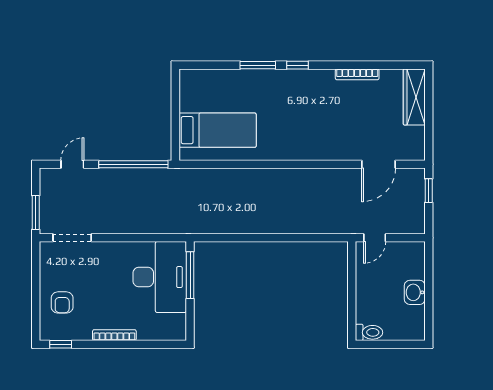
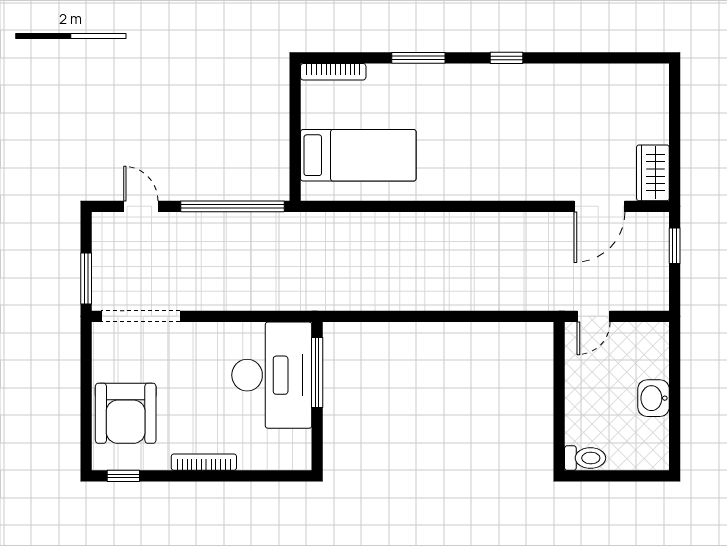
window: (297, 65) -> (507, 58), moved
bookcase: (357, 74) -> (333, 72), moved
wardrobe: (414, 97) -> (653, 173), moved, width x0.67
door: (72, 164) -> (141, 206), hinge flipped
doorway: (72, 238) -> (141, 316), width x1.36
armchair: (62, 302) -> (126, 413), width x1.88, depth x1.88

